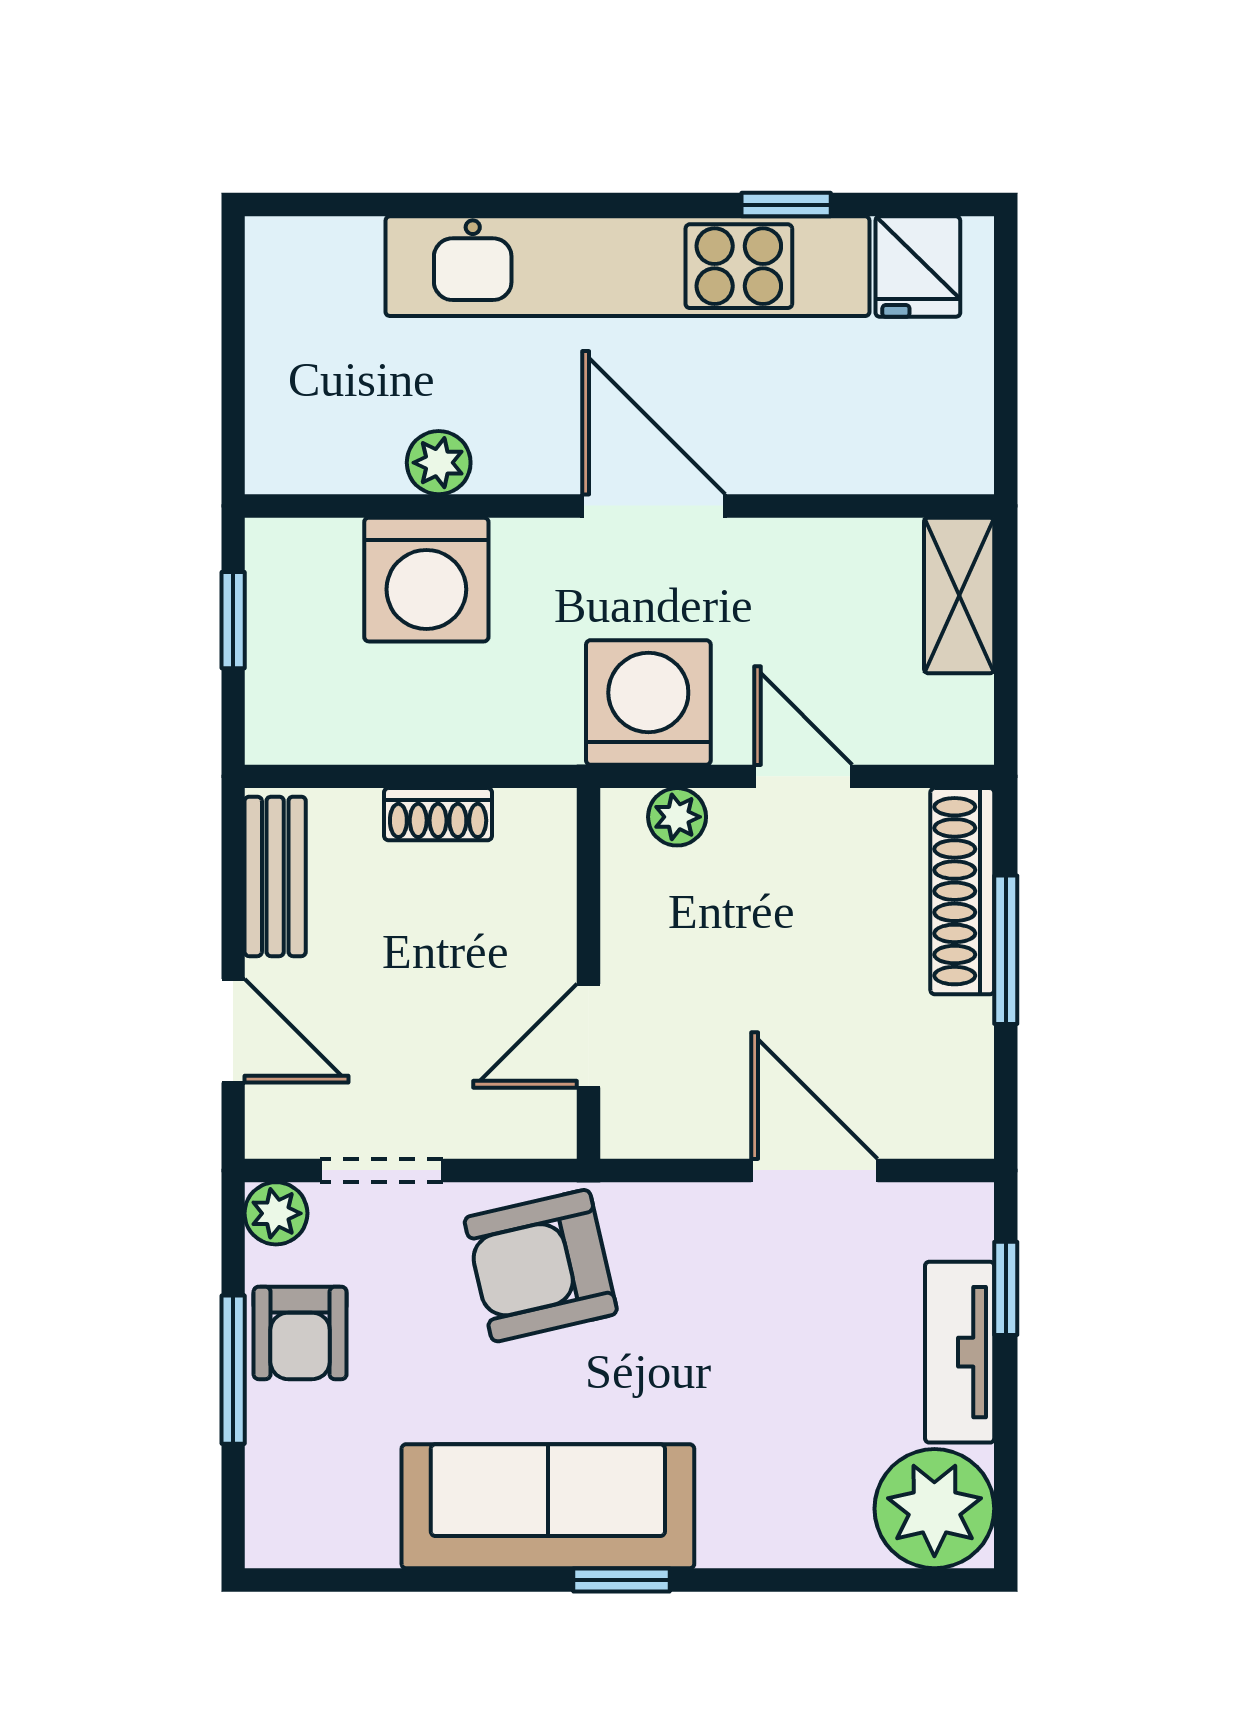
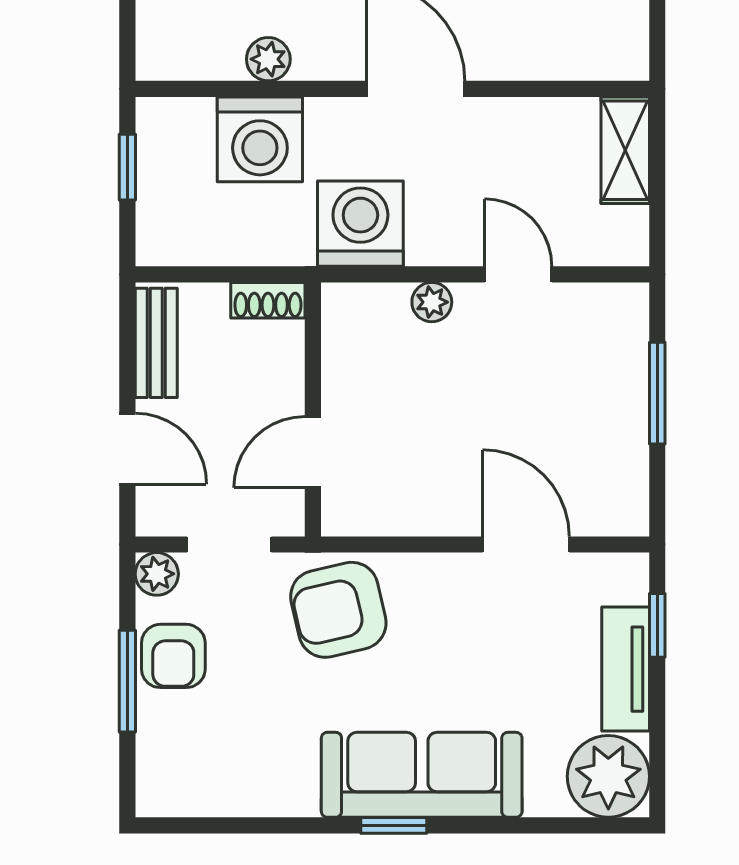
washing machine: (648, 702) -> (360, 224), moved
shoe rack: (962, 891) -> (627, 353), removed
wall: (589, 973) -> (313, 409), moved
door: (589, 1036) -> (313, 452), moved
sofa: (548, 1506) -> (422, 775), moved

